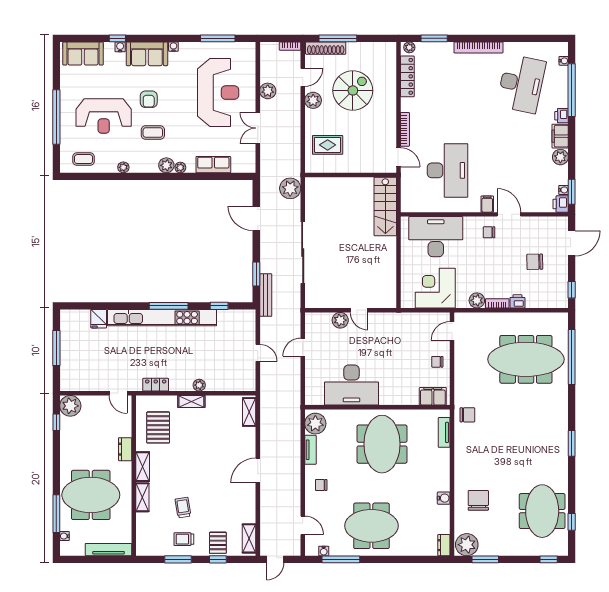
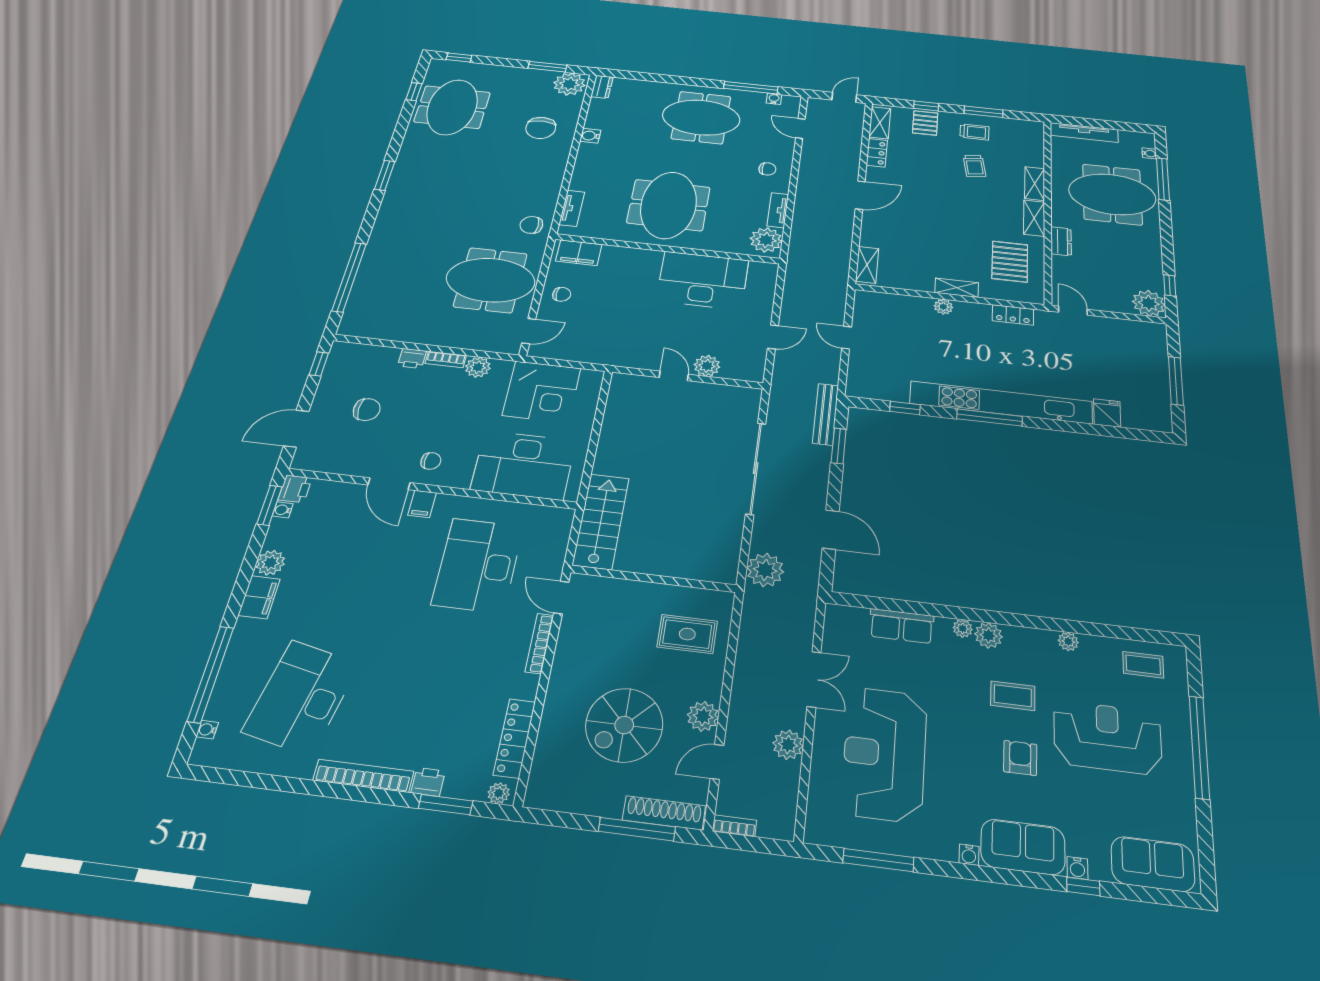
printer: (562, 116) -> (428, 782), moved, turned -90
meeting table: (526, 359) -> (491, 280), moved, width x0.73
locker: (249, 510) -> (877, 153), added

